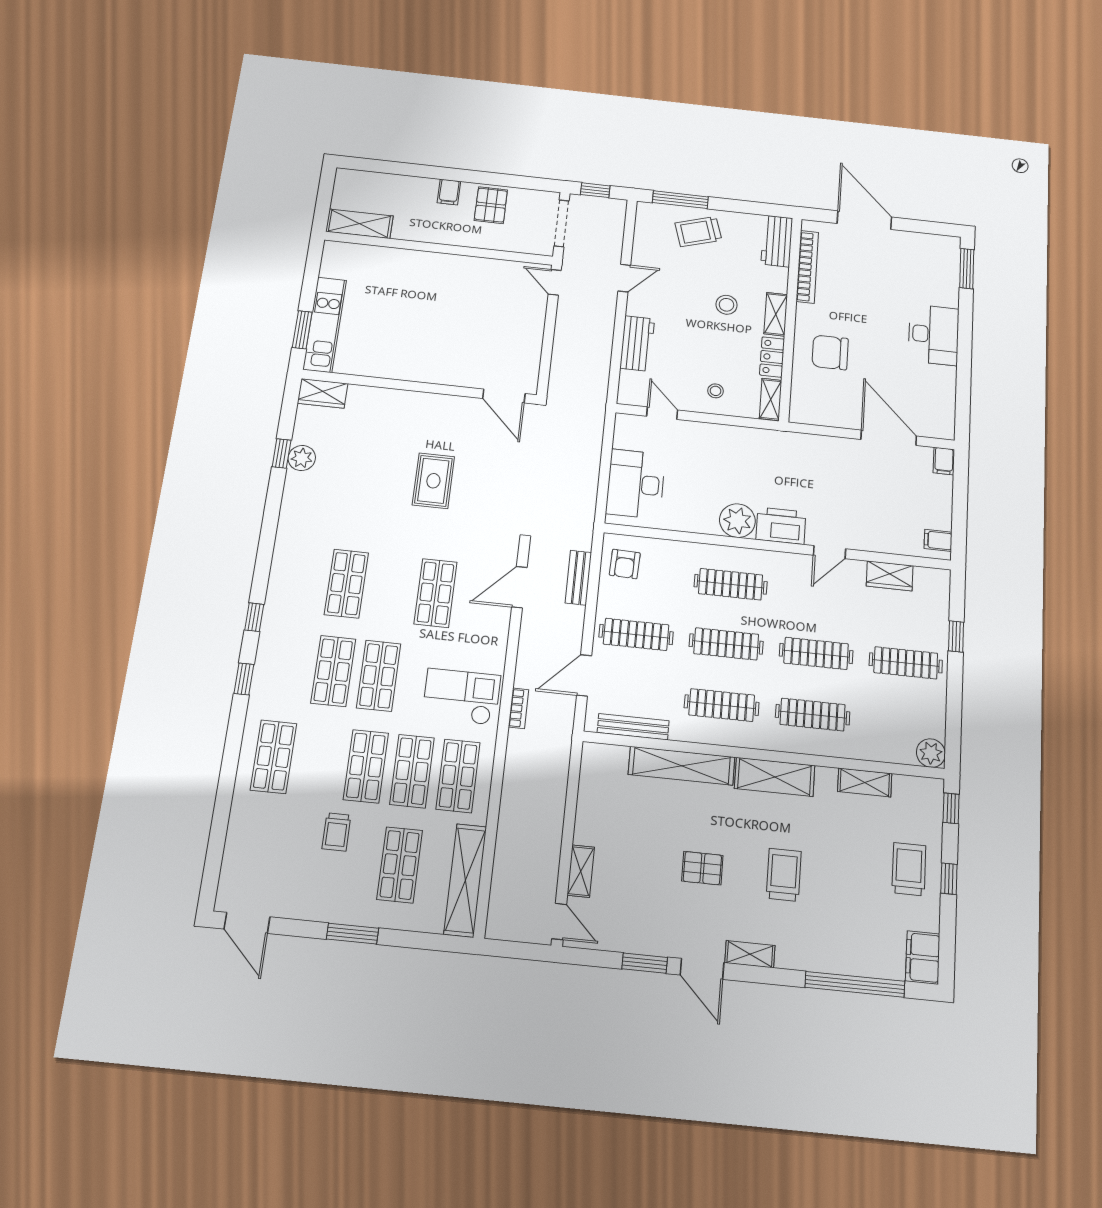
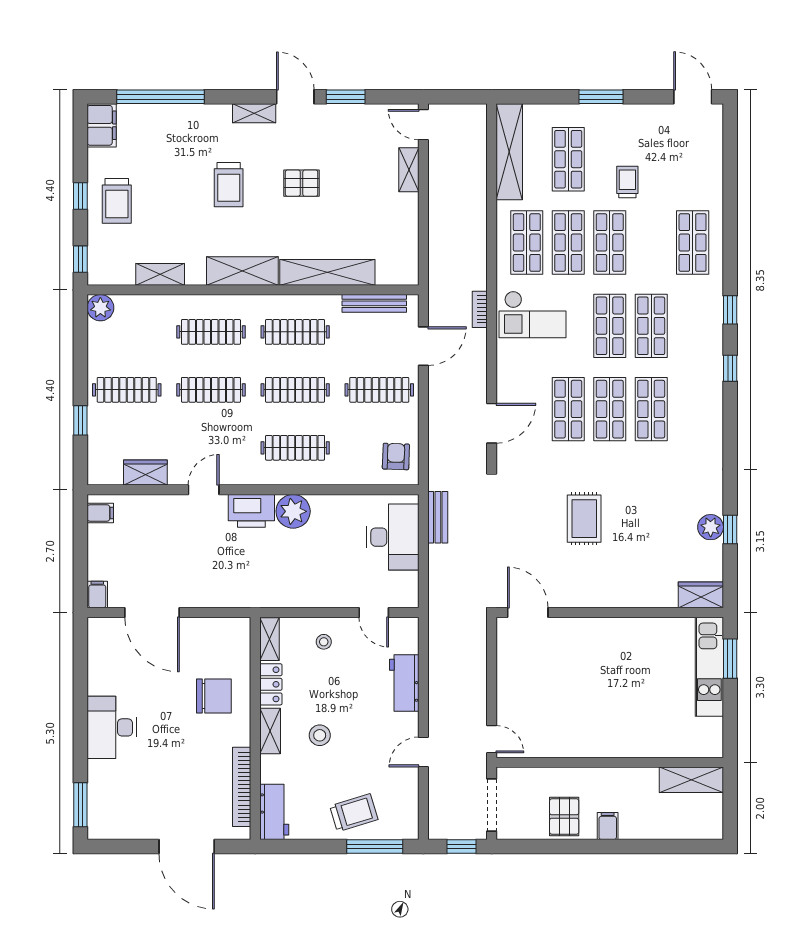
bench: (578, 578) -> (438, 517), moved
shop shelf: (391, 588) -> (610, 409), added

